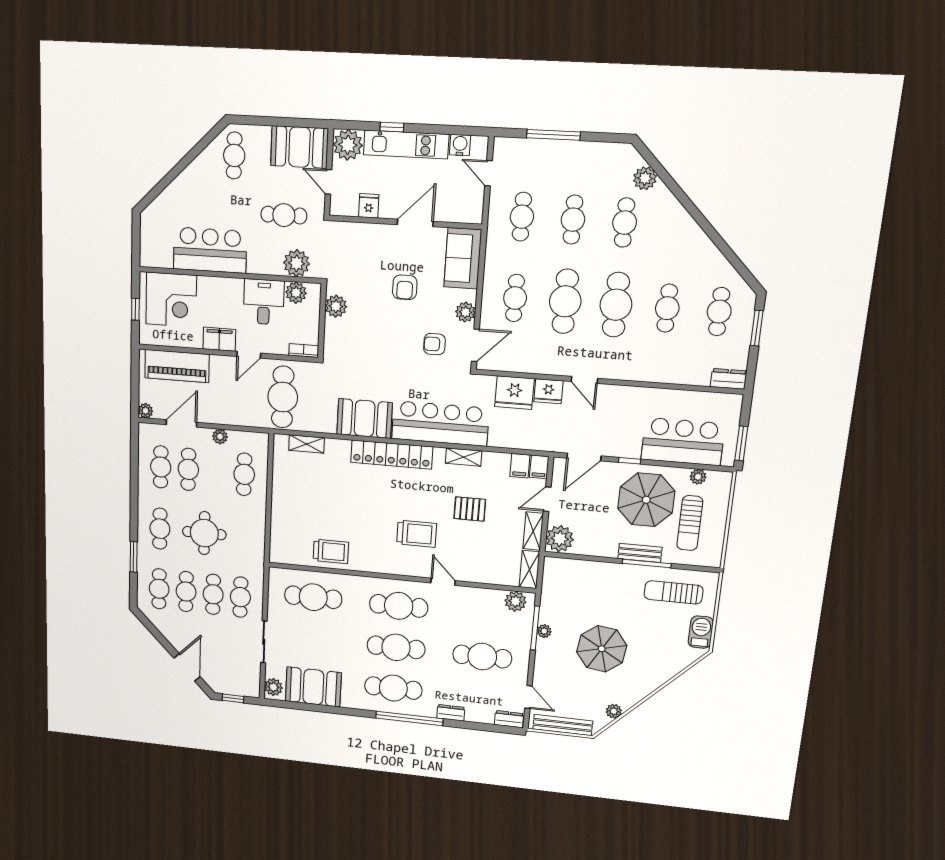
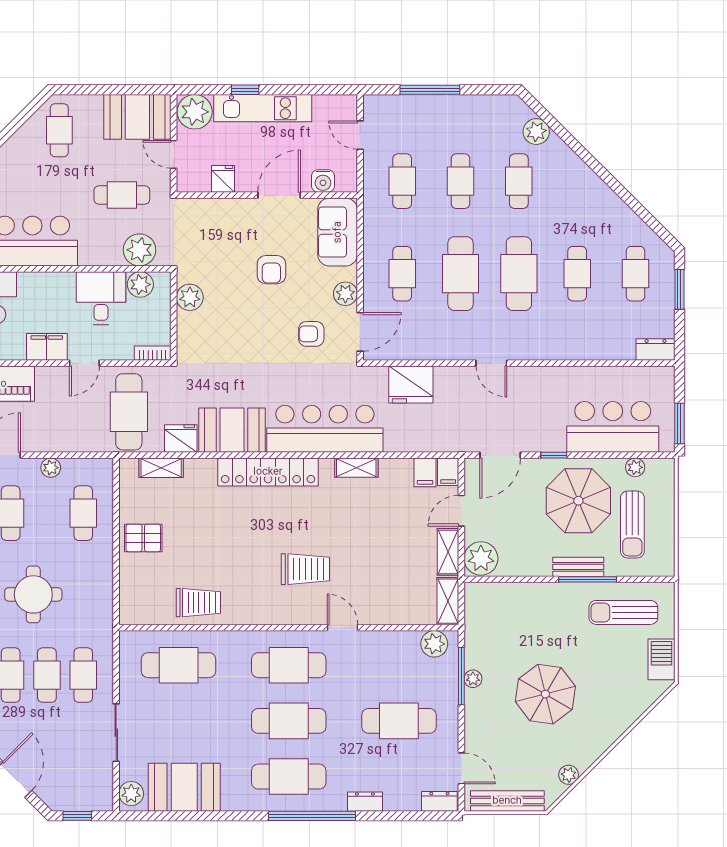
water cooler: (460, 145) -> (323, 181), moved, turned 180
fridge: (548, 391) -> (181, 439), moved, turned 180
pallet: (470, 509) -> (143, 538), moved

